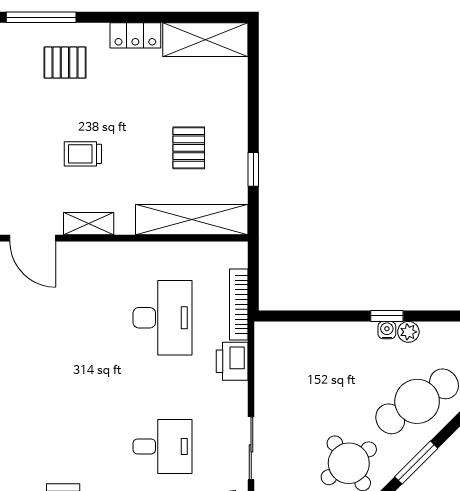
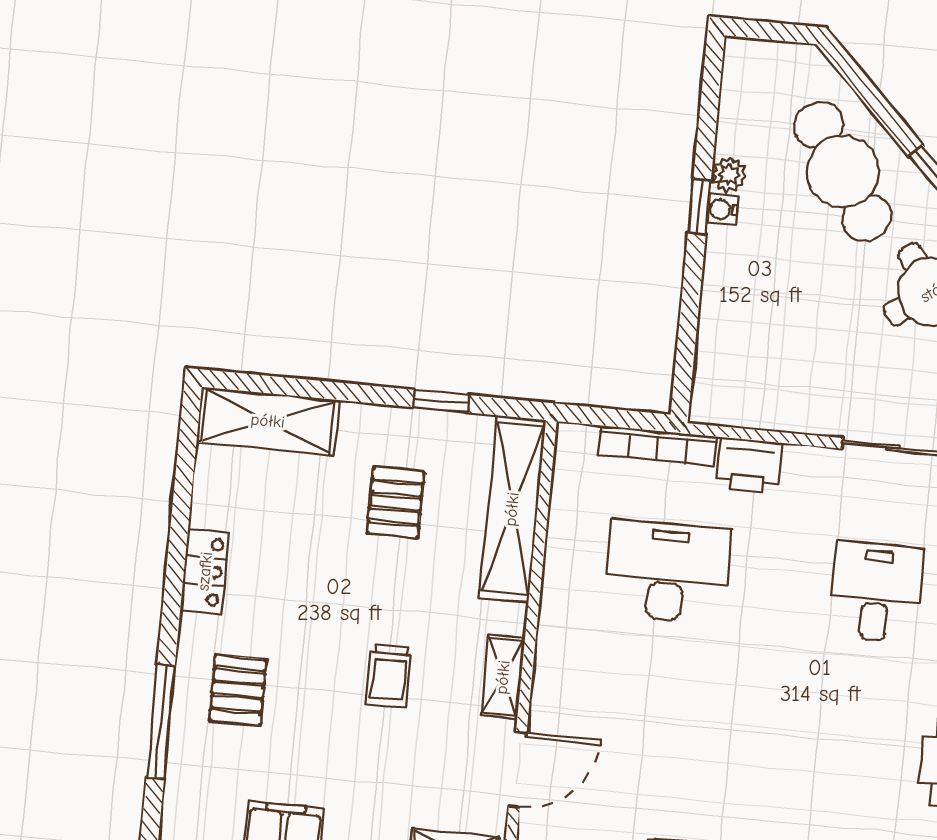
shelving: (205, 40) -> (268, 421), moved, turned 90
pallet: (189, 148) -> (396, 502), turned 90

